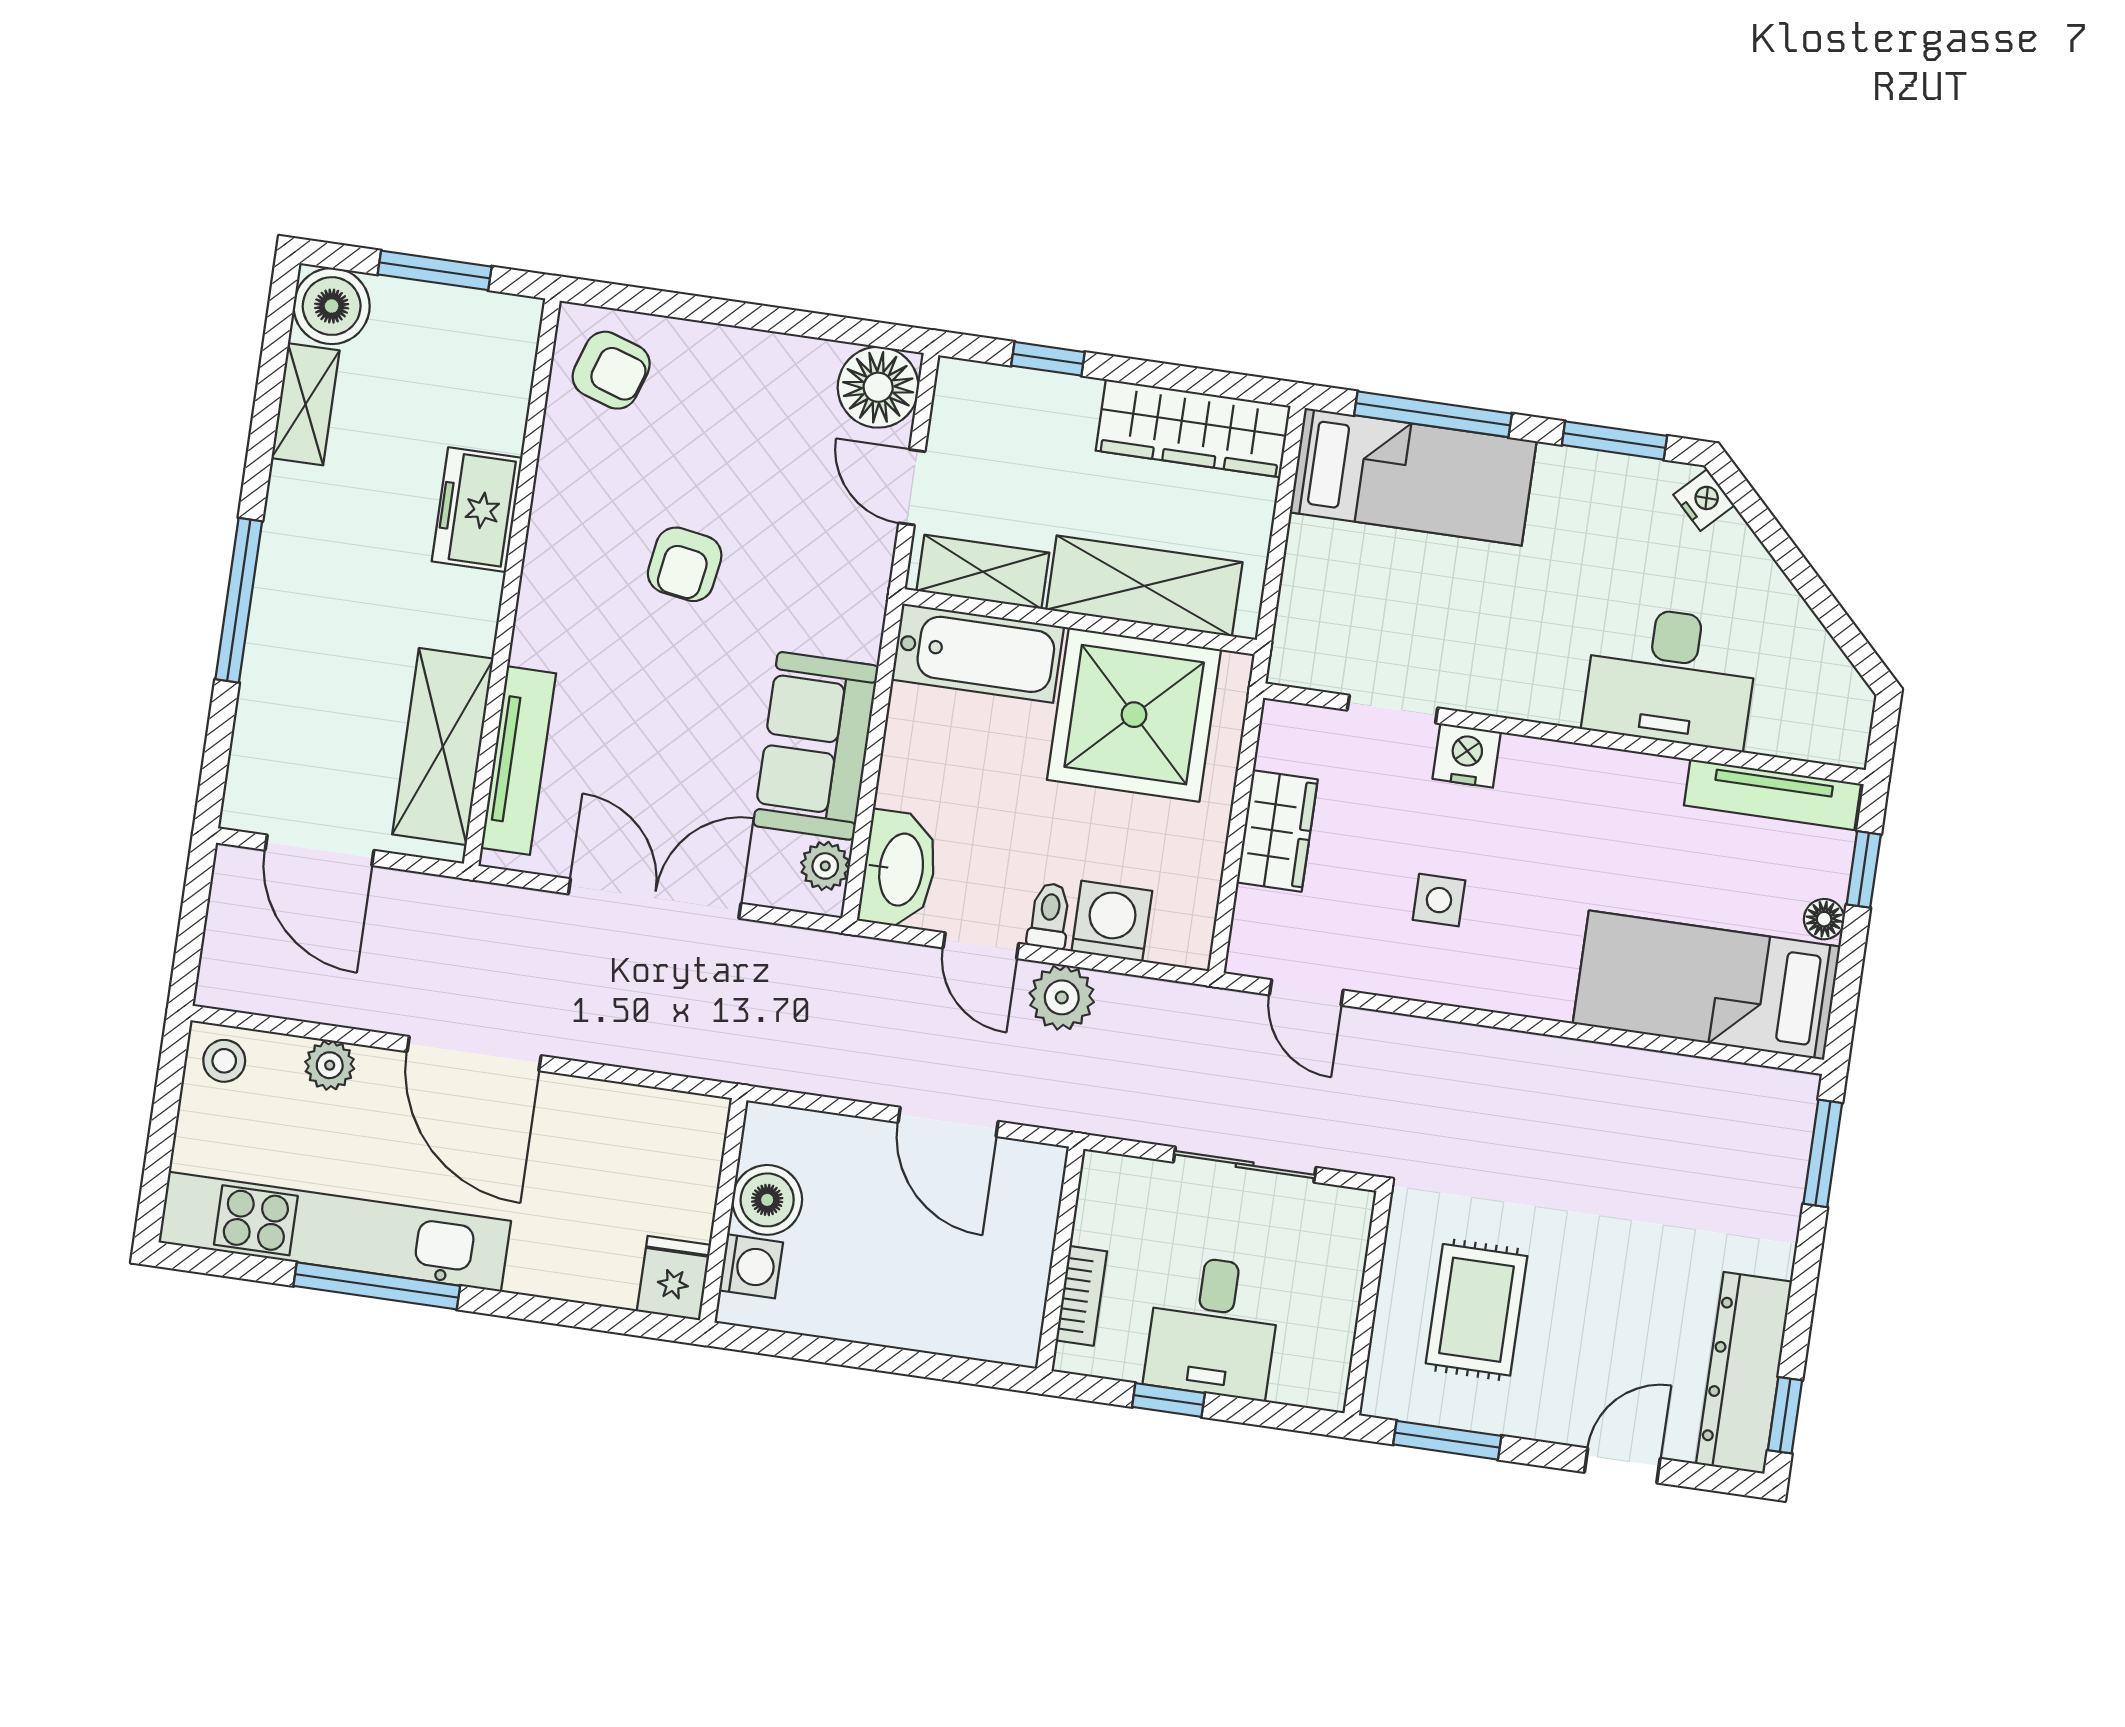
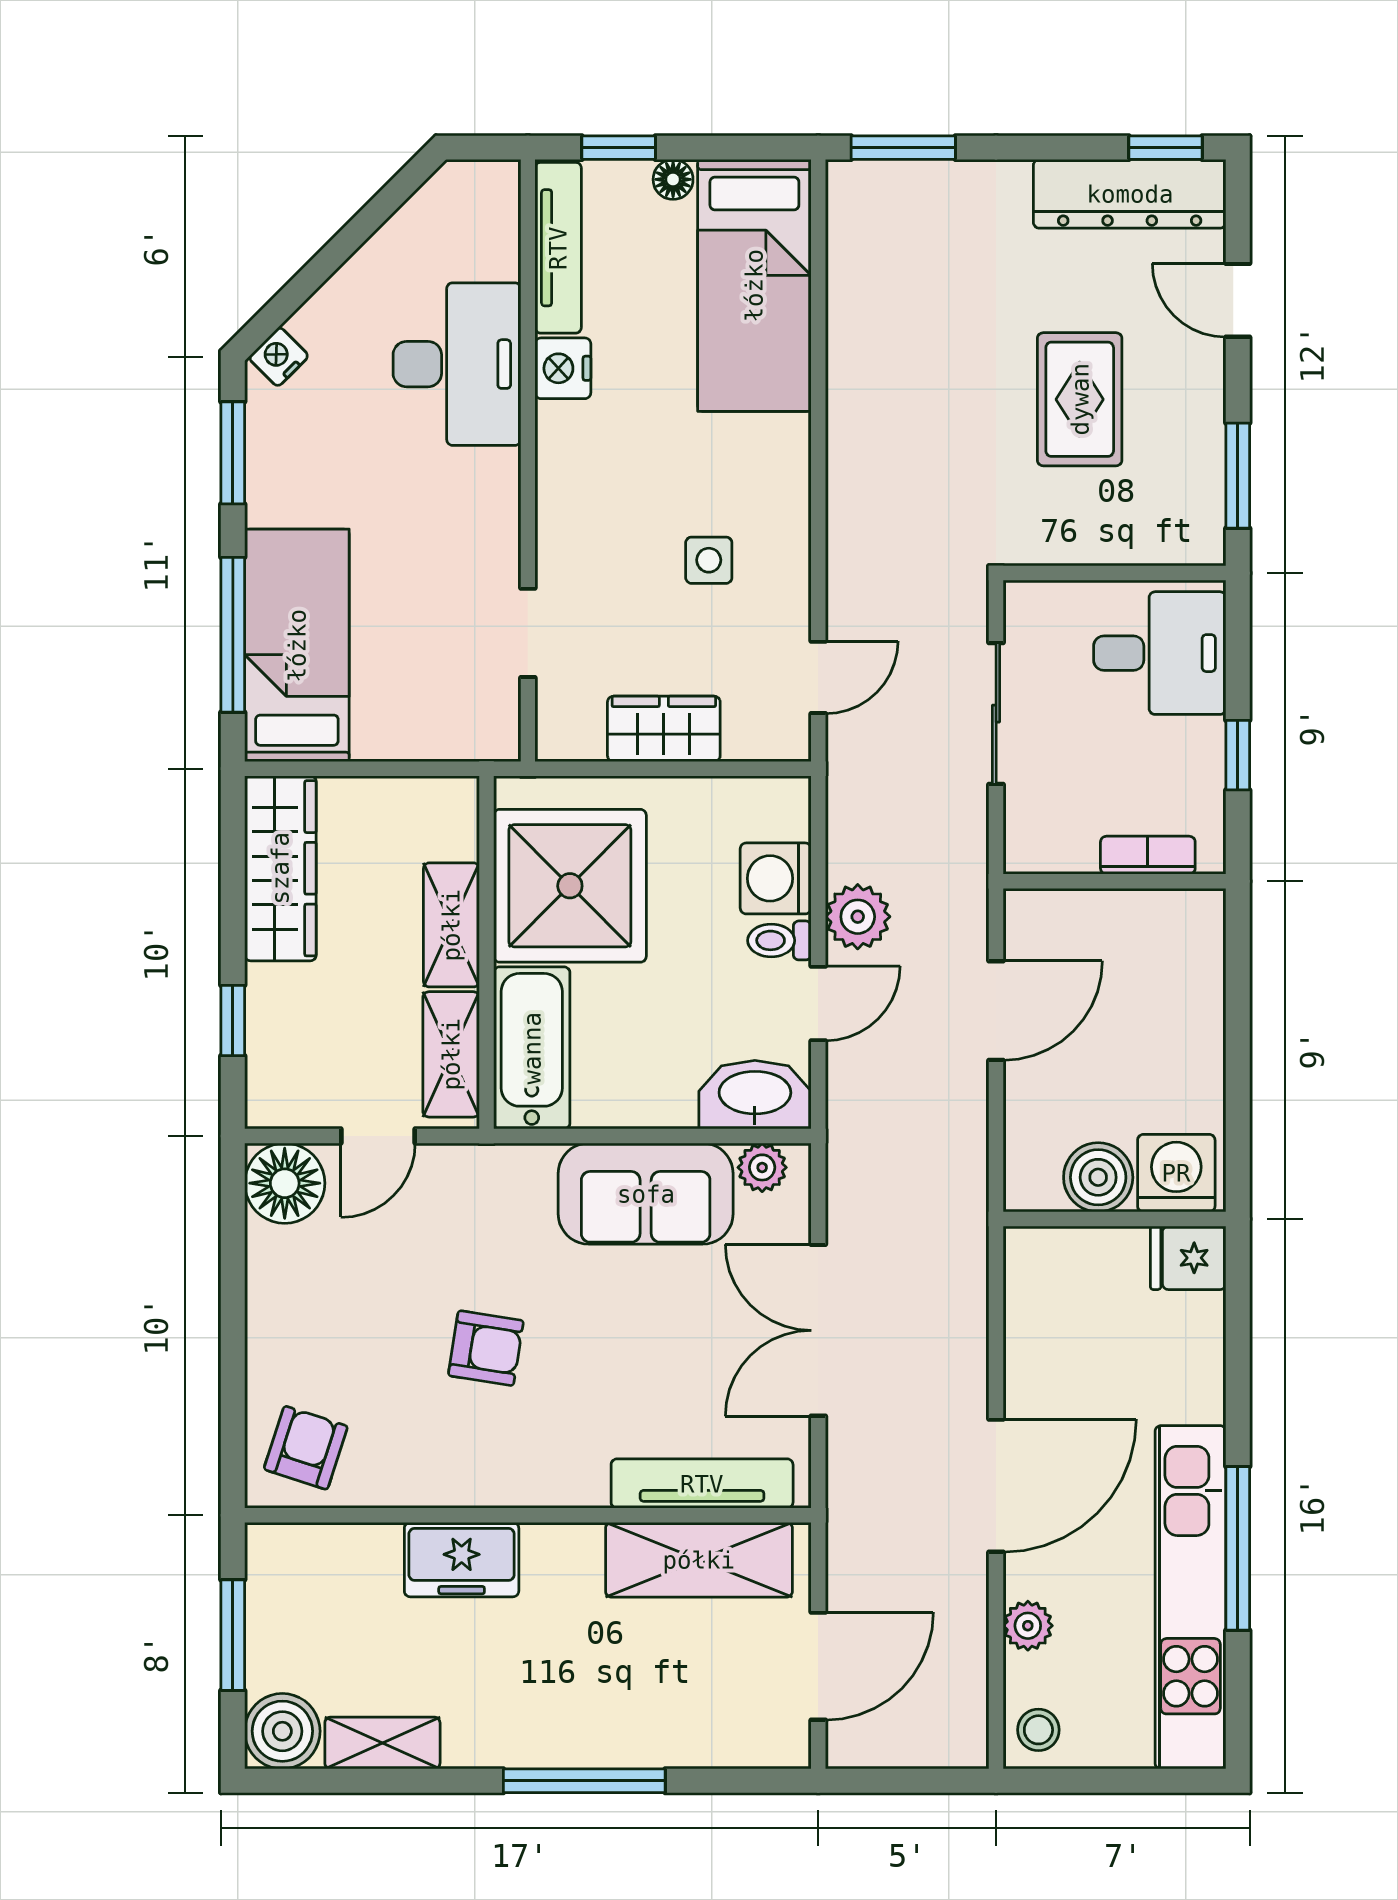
shelving: (1144, 586) -> (451, 925), width x0.67, depth x0.75
nightstand: (1467, 755) -> (563, 368), moved
washing machine: (751, 1266) -> (1176, 1173), width x1.38, depth x1.38
rug: (1477, 1310) -> (1080, 399), moved, turned 90
desk: (1213, 1327) -> (1160, 653), moved

